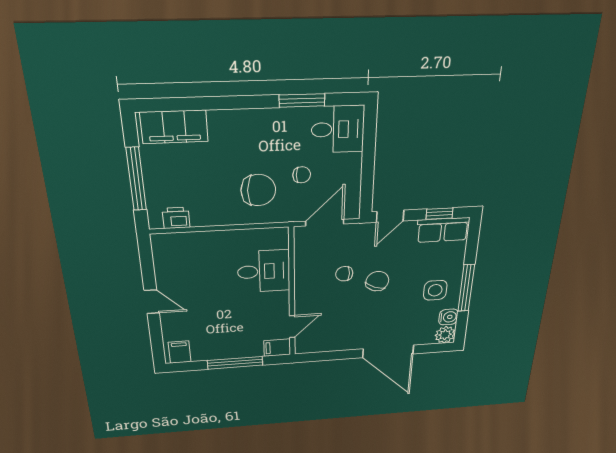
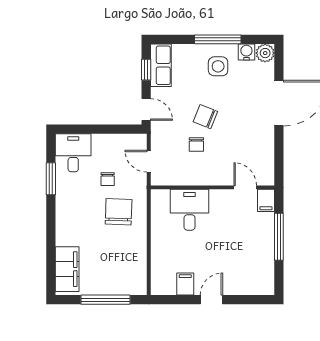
chair: (302, 175) -> (108, 179), turned 180
printer: (176, 218) -> (138, 274), removed
door: (325, 223) -> (149, 161), width x0.73
filing cabinet: (180, 352) -> (185, 284), moved, turned 90

